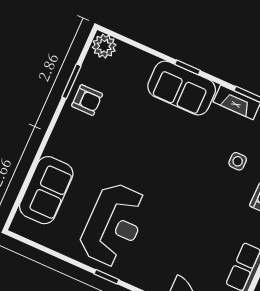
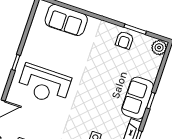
reception desk: (114, 225) -> (44, 85), moved

